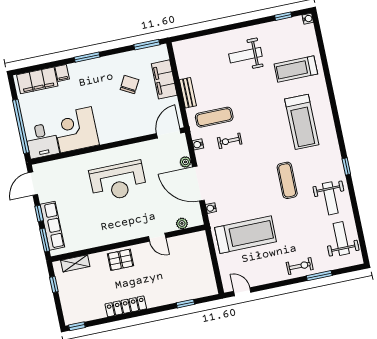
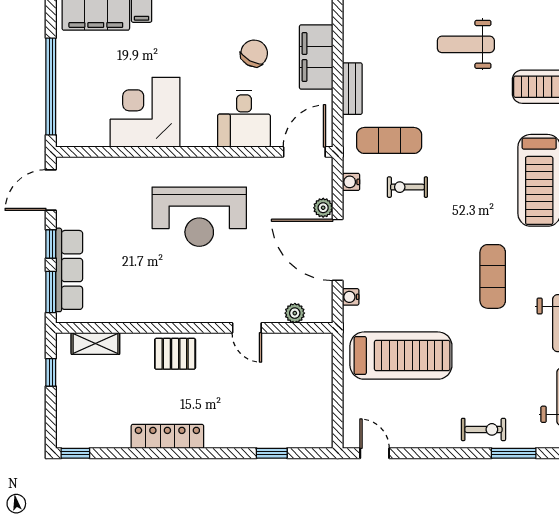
desk: (42, 141) -> (244, 119), moved

